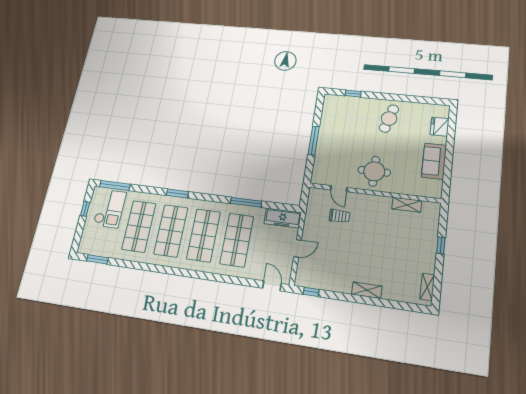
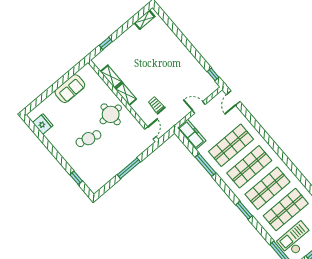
cafe table: (389, 119) -> (88, 139), moved
fridge: (440, 127) -> (43, 124), moved, turned -90
door: (339, 189) -> (150, 133), moved
window: (441, 245) -> (106, 43), moved
shelving: (367, 290) -> (126, 94), moved

